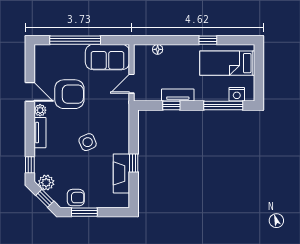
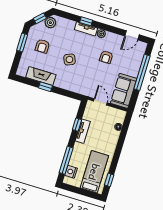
window: (208, 40) -> (109, 180), moved
door: (30, 92) -> (132, 35), moved
armchair: (69, 94) -> (106, 57), width x0.53, depth x0.53
window: (30, 165) -> (86, 21), moved
armchair: (76, 198) -> (42, 46), moved

